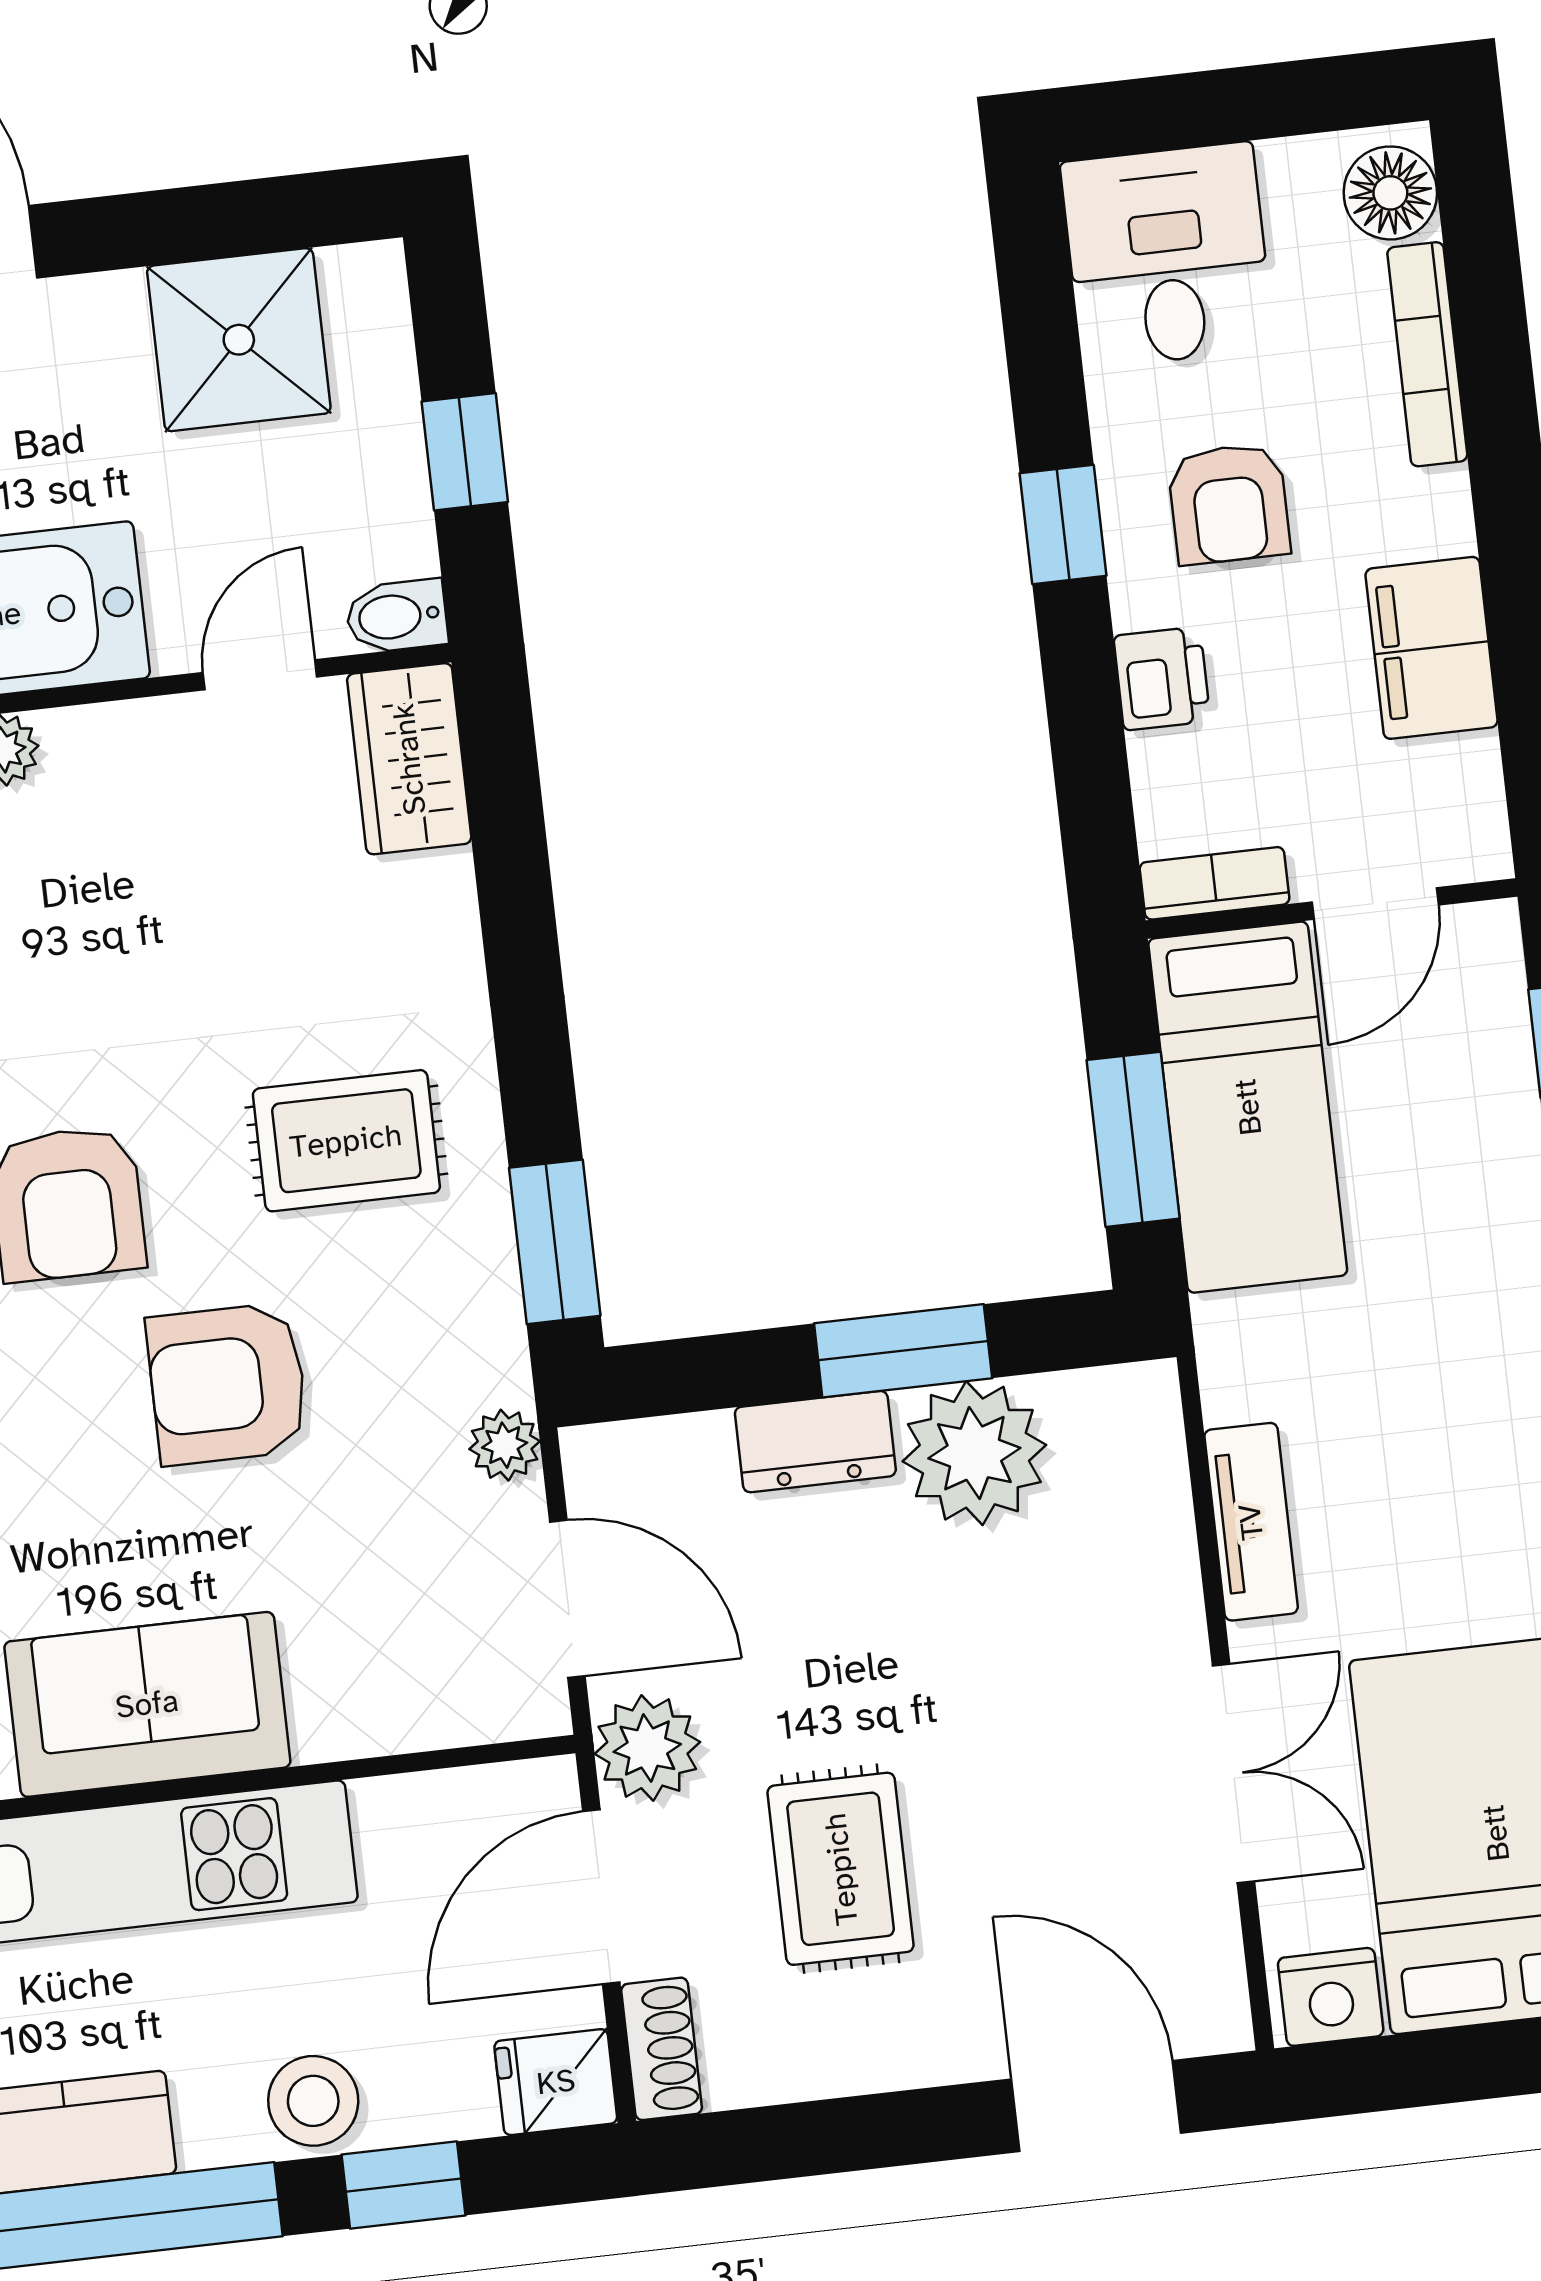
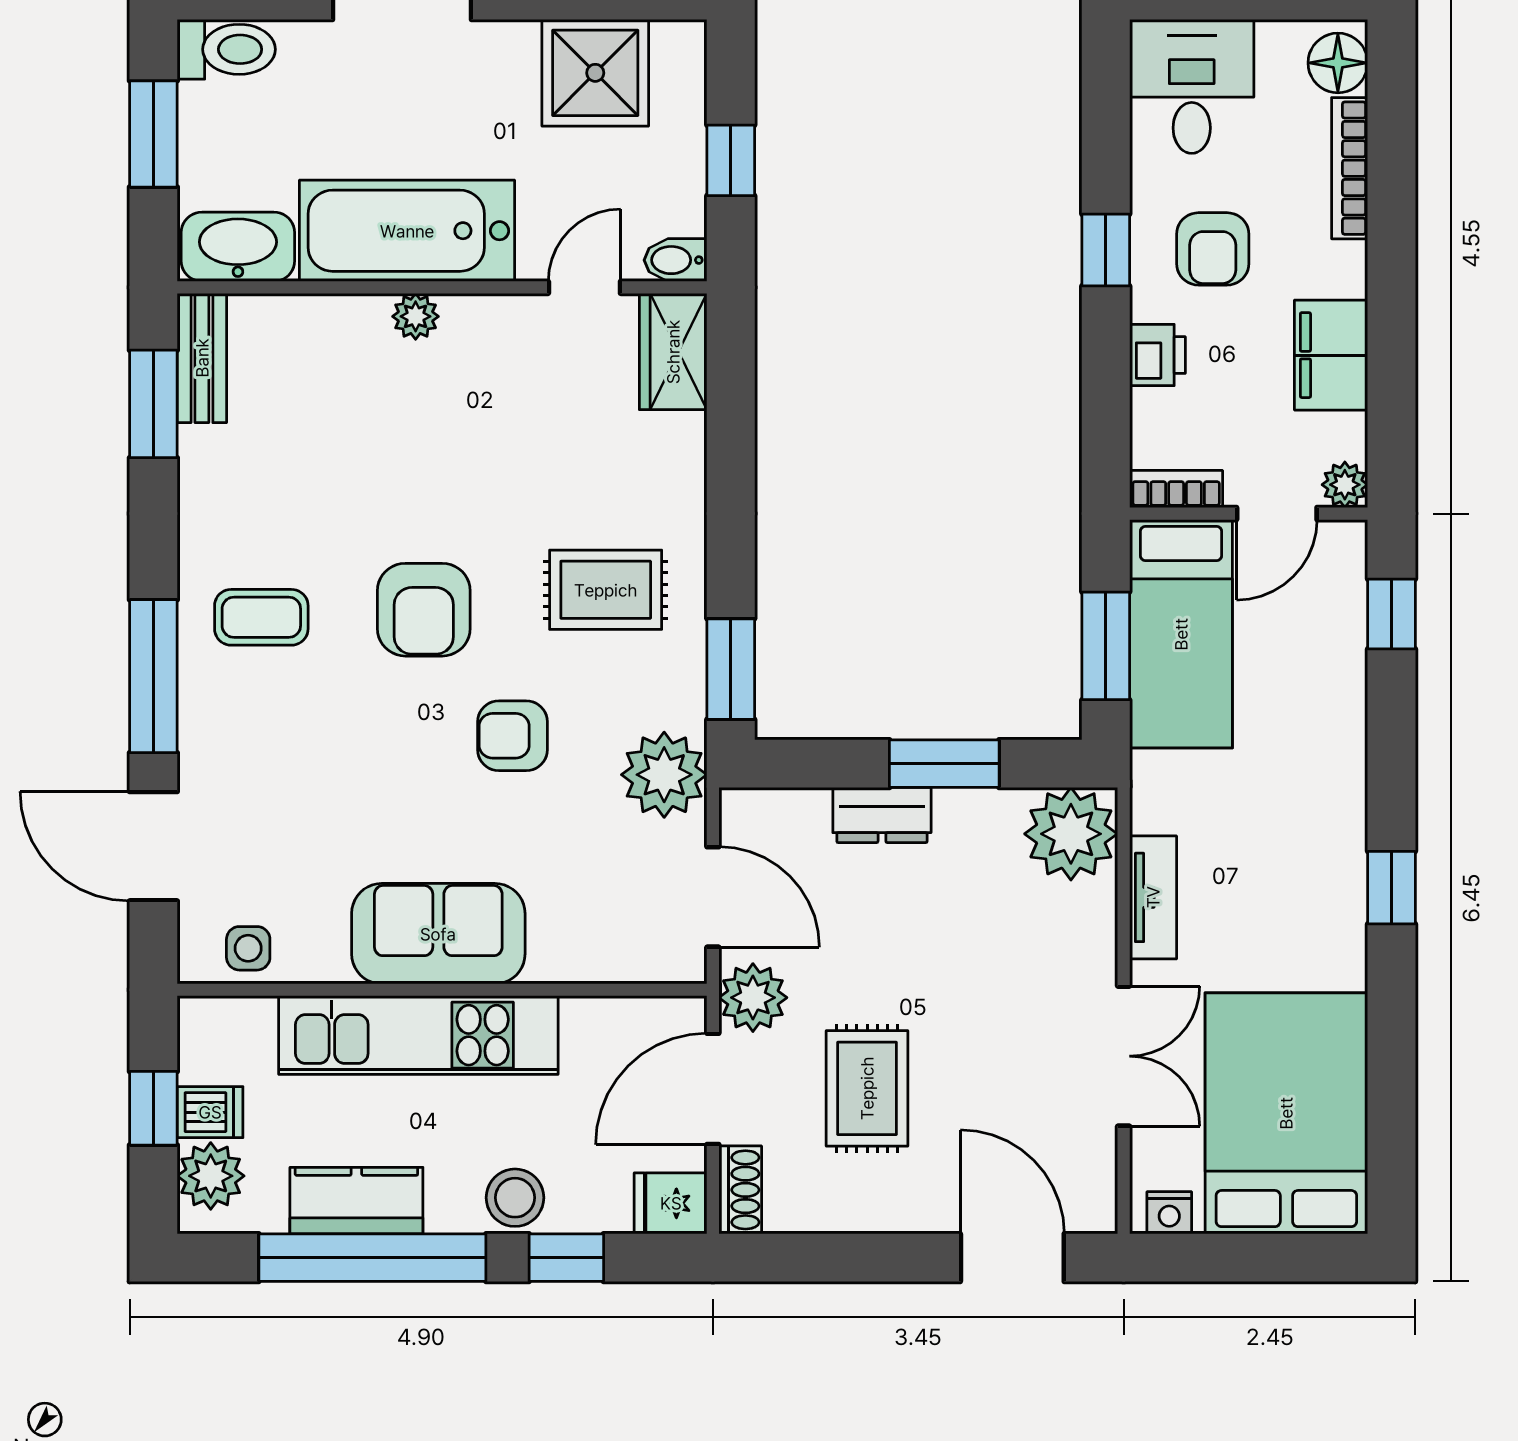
plant: (1476, 847) -> (1345, 485), added
armchair: (228, 1384) -> (512, 736), width x0.72, depth x0.72
plant: (505, 1445) -> (664, 775), width x1.88, depth x1.88
plant: (974, 1453) -> (1071, 834), moved
nightstand: (1331, 1997) -> (1169, 1213), width x0.72, depth x0.74

